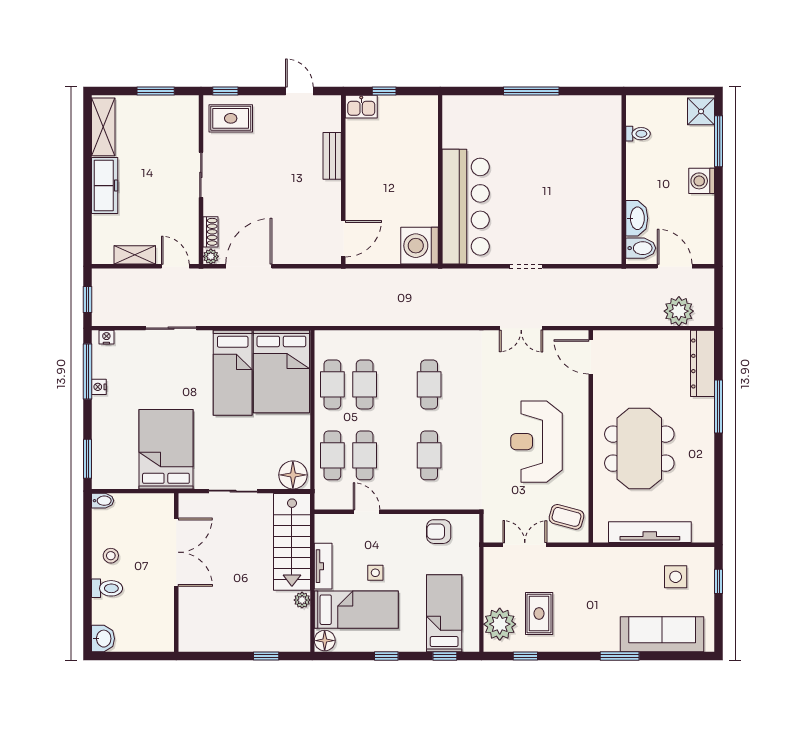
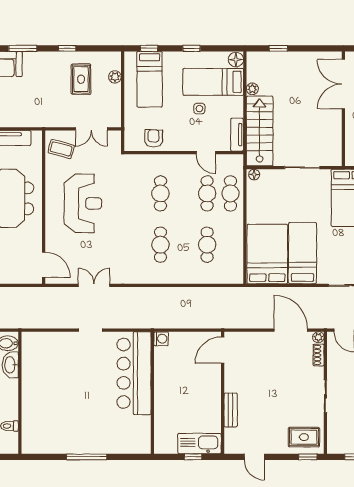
kitchen sink: (361, 107) -> (200, 444), width x1.87, depth x1.24
washing machine: (420, 246) -> (161, 339), width x0.53, depth x0.53
door: (249, 266) -> (291, 330), swing flipped
cafe table: (332, 384) -> (230, 245), removed
floor lamp: (293, 475) -> (254, 175), width x0.53, depth x0.53
armchair: (439, 532) -> (154, 138), turned -90
double door: (176, 552) -> (343, 84), moved
tv unit: (323, 566) -> (237, 135), moved
plant: (500, 624) -> (115, 77), width x0.53, depth x0.53
window: (525, 656) -> (67, 48), moved

